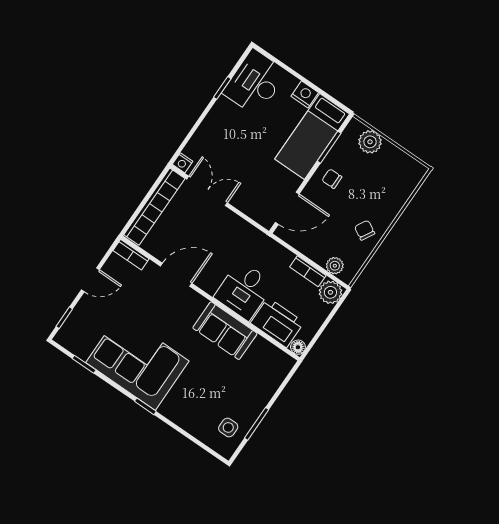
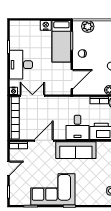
desk: (255, 83) -> (21, 65), moved
sofa: (225, 331) -> (76, 150), width x1.36

